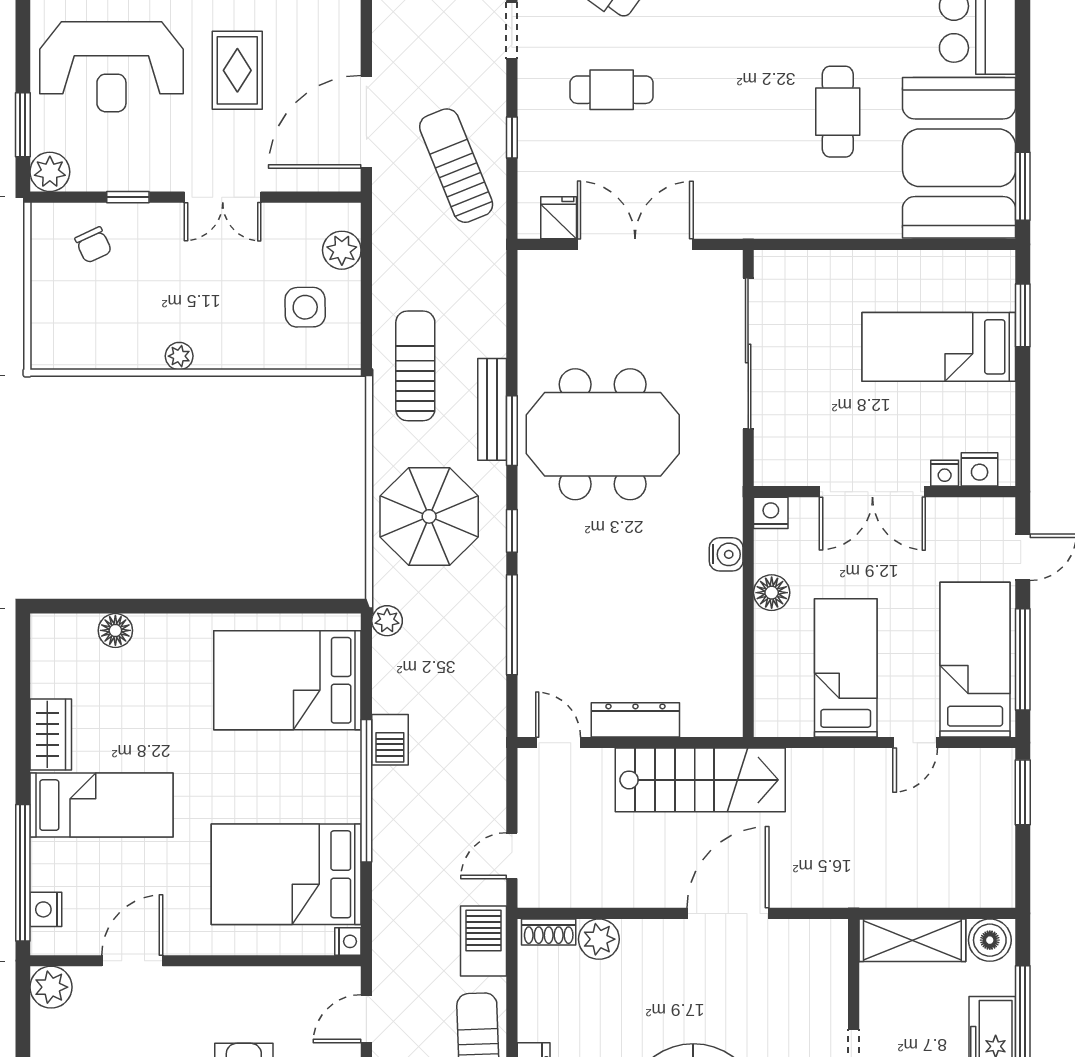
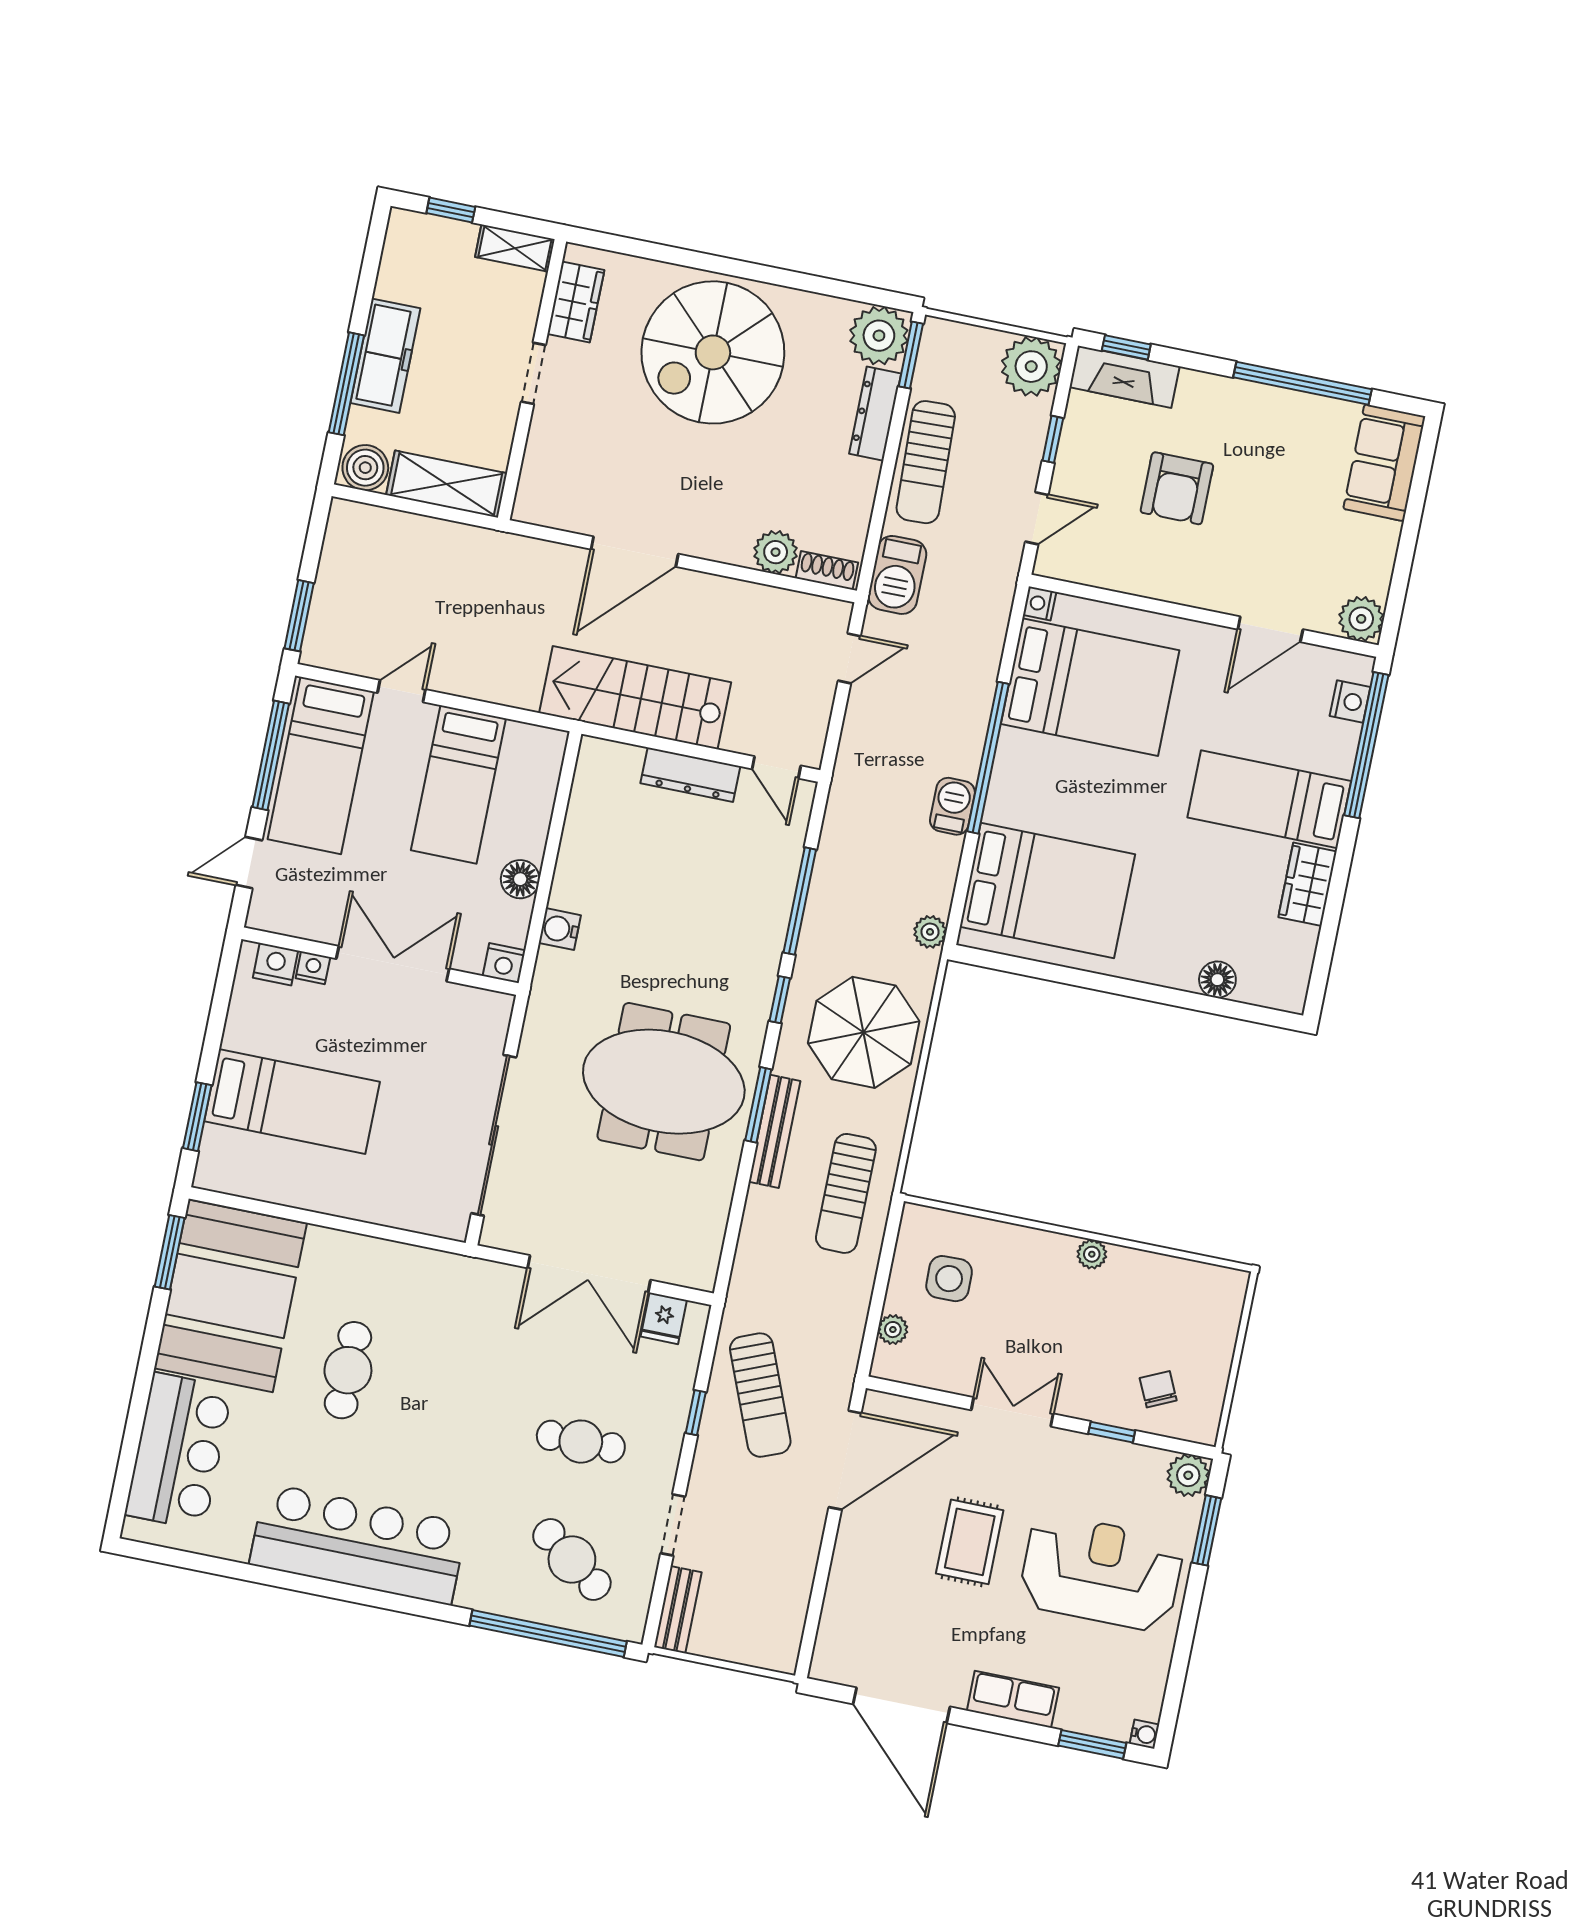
plant: (342, 250) -> (893, 1330), width x0.73, depth x0.73

